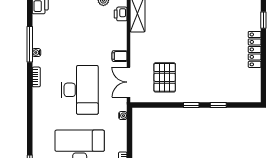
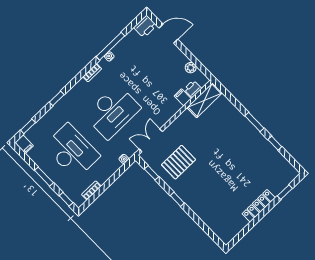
filing cabinet: (120, 56) -> (183, 97), moved
window: (218, 105) -> (152, 173), moved
window: (30, 122) -> (57, 98), added

